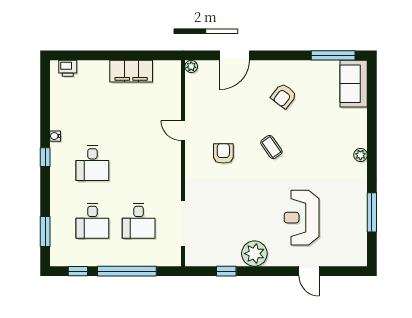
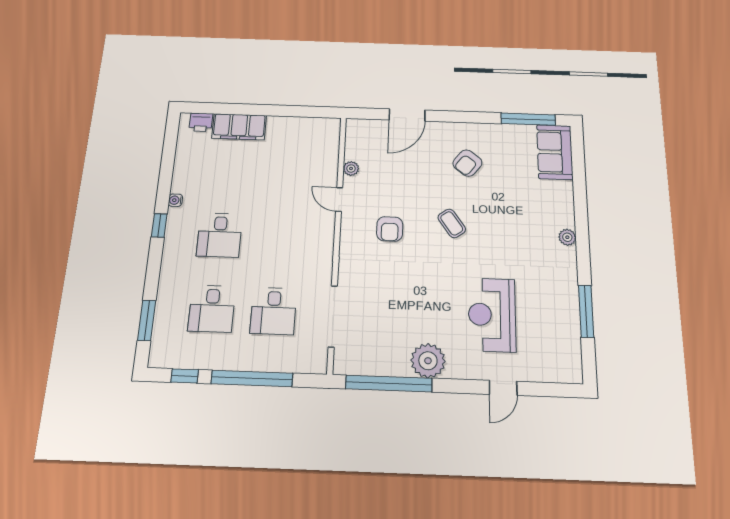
plant: (191, 66) -> (351, 169), moved
filing cabinet: (131, 71) -> (239, 127), moved
armchair: (223, 153) -> (390, 229), turned 180
window: (226, 271) -> (389, 384), width x3.17
door: (309, 271) -> (503, 388), hinge flipped

